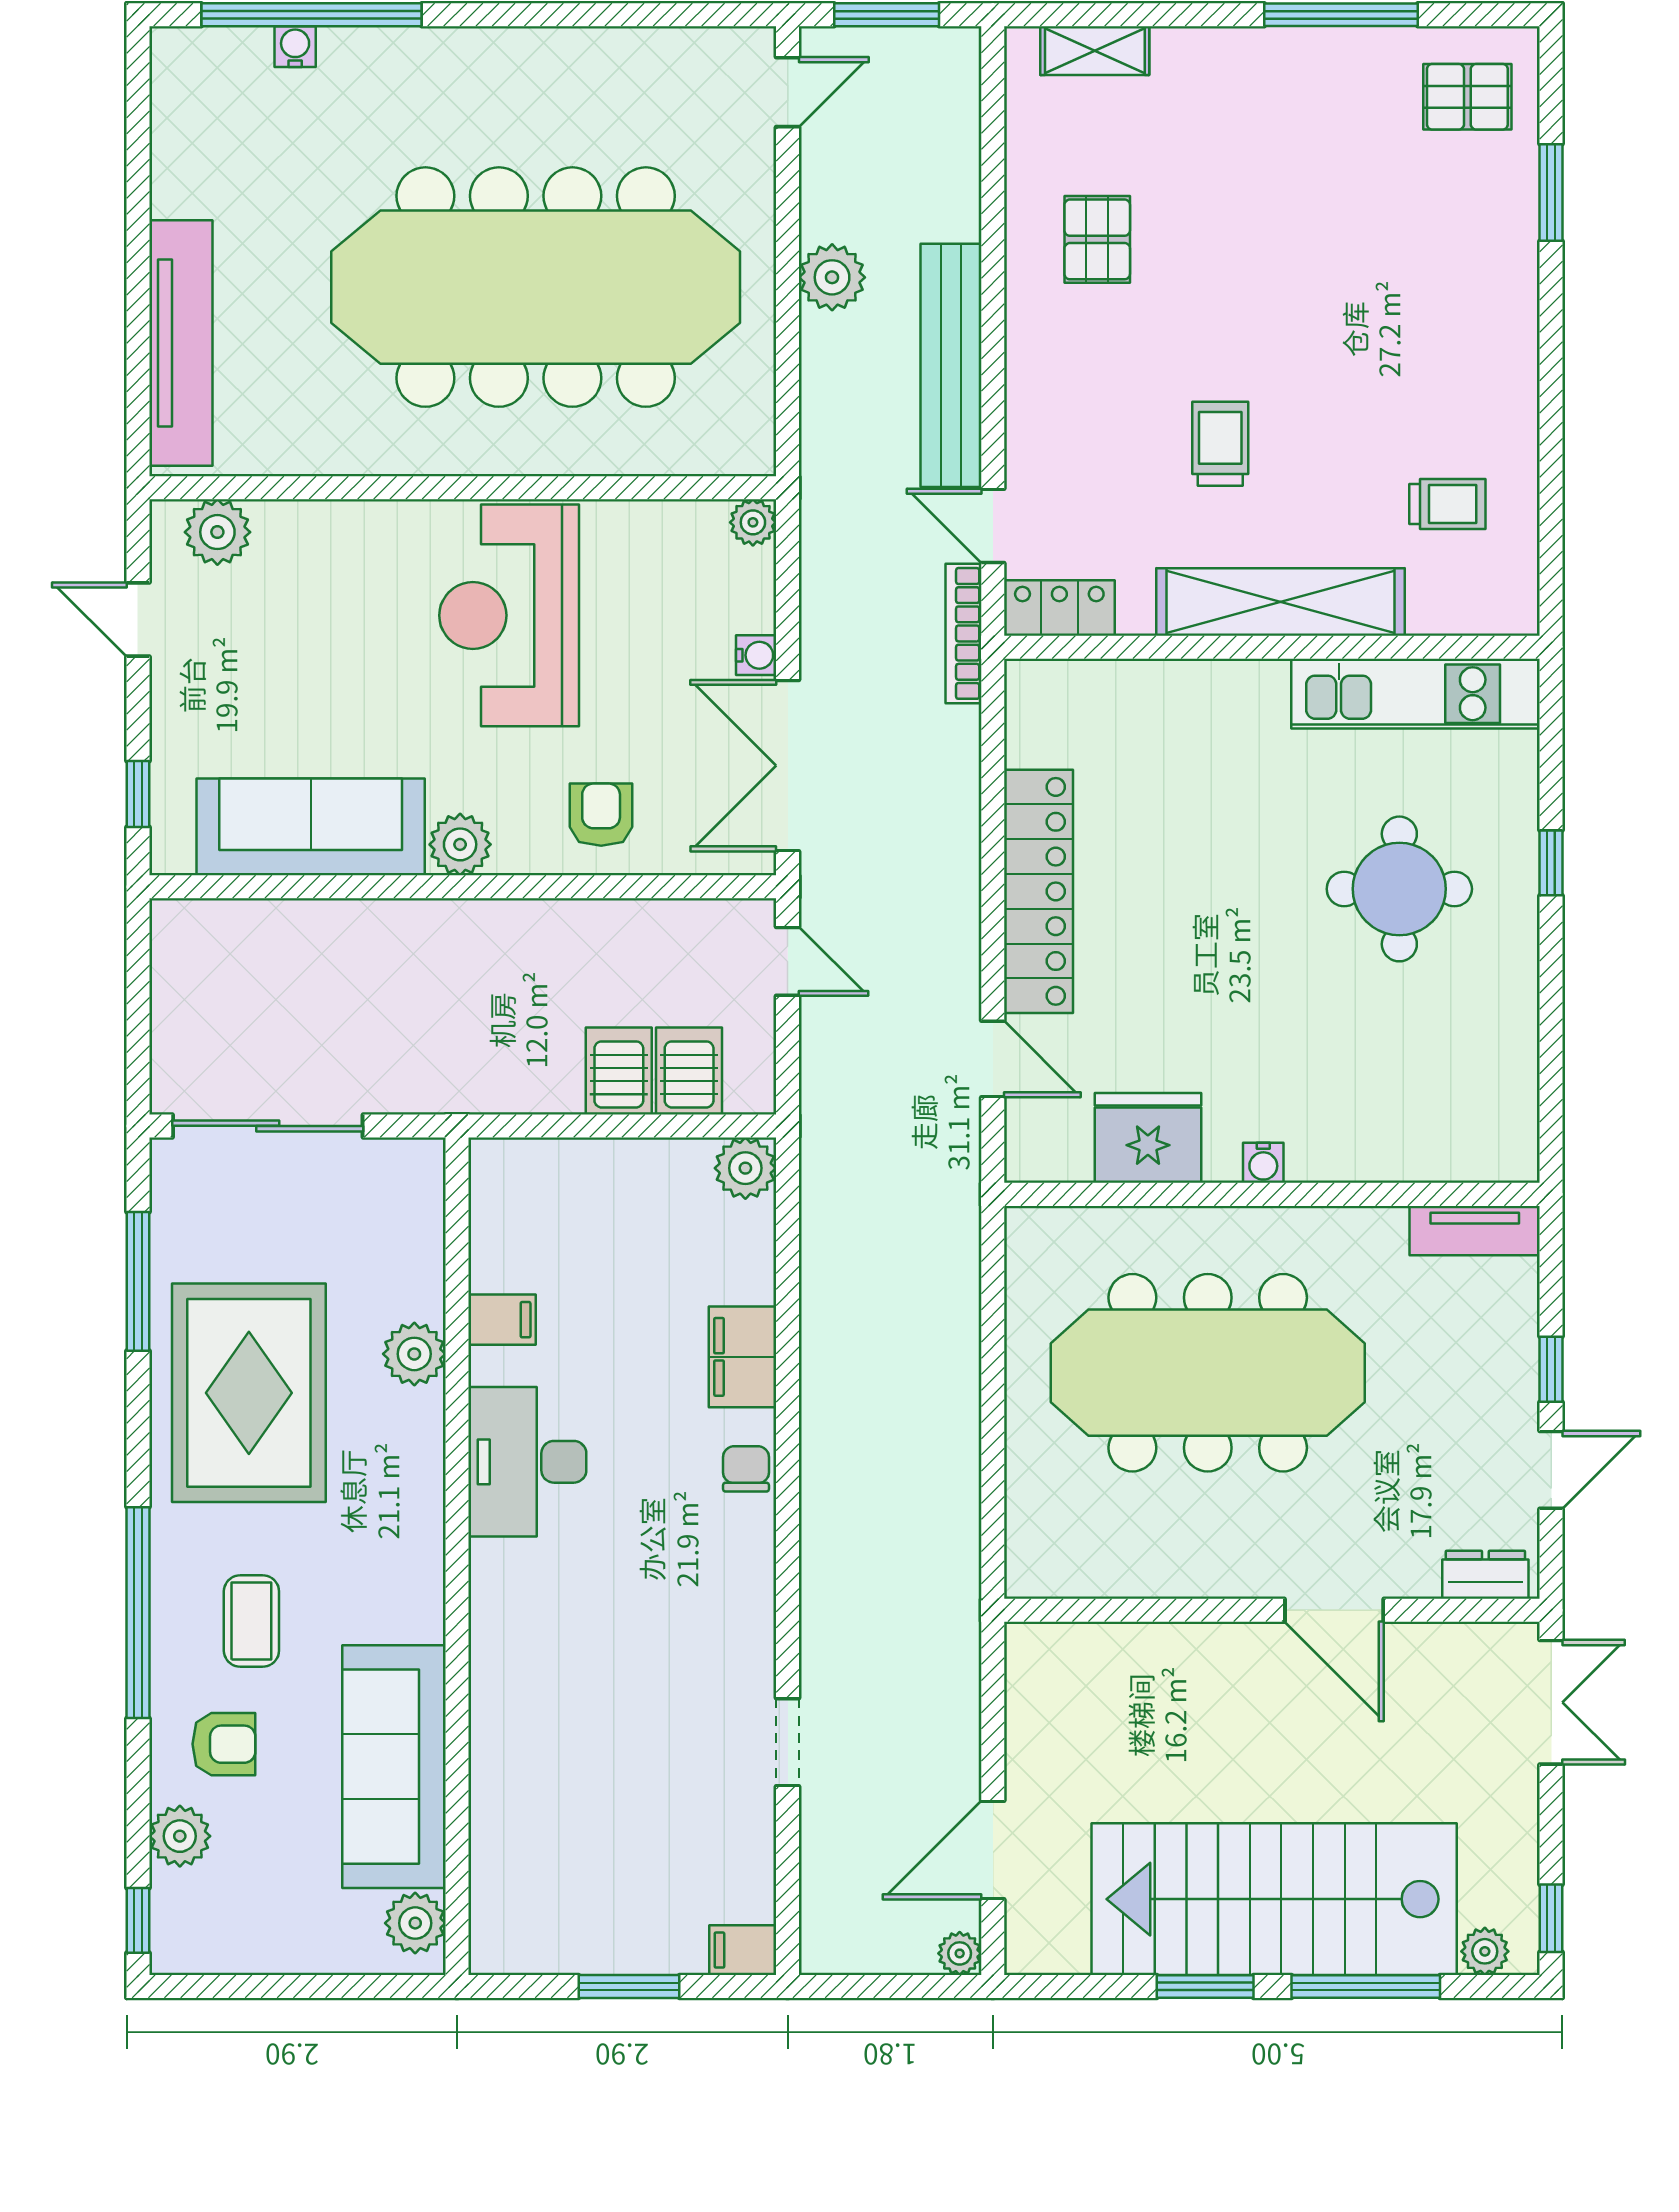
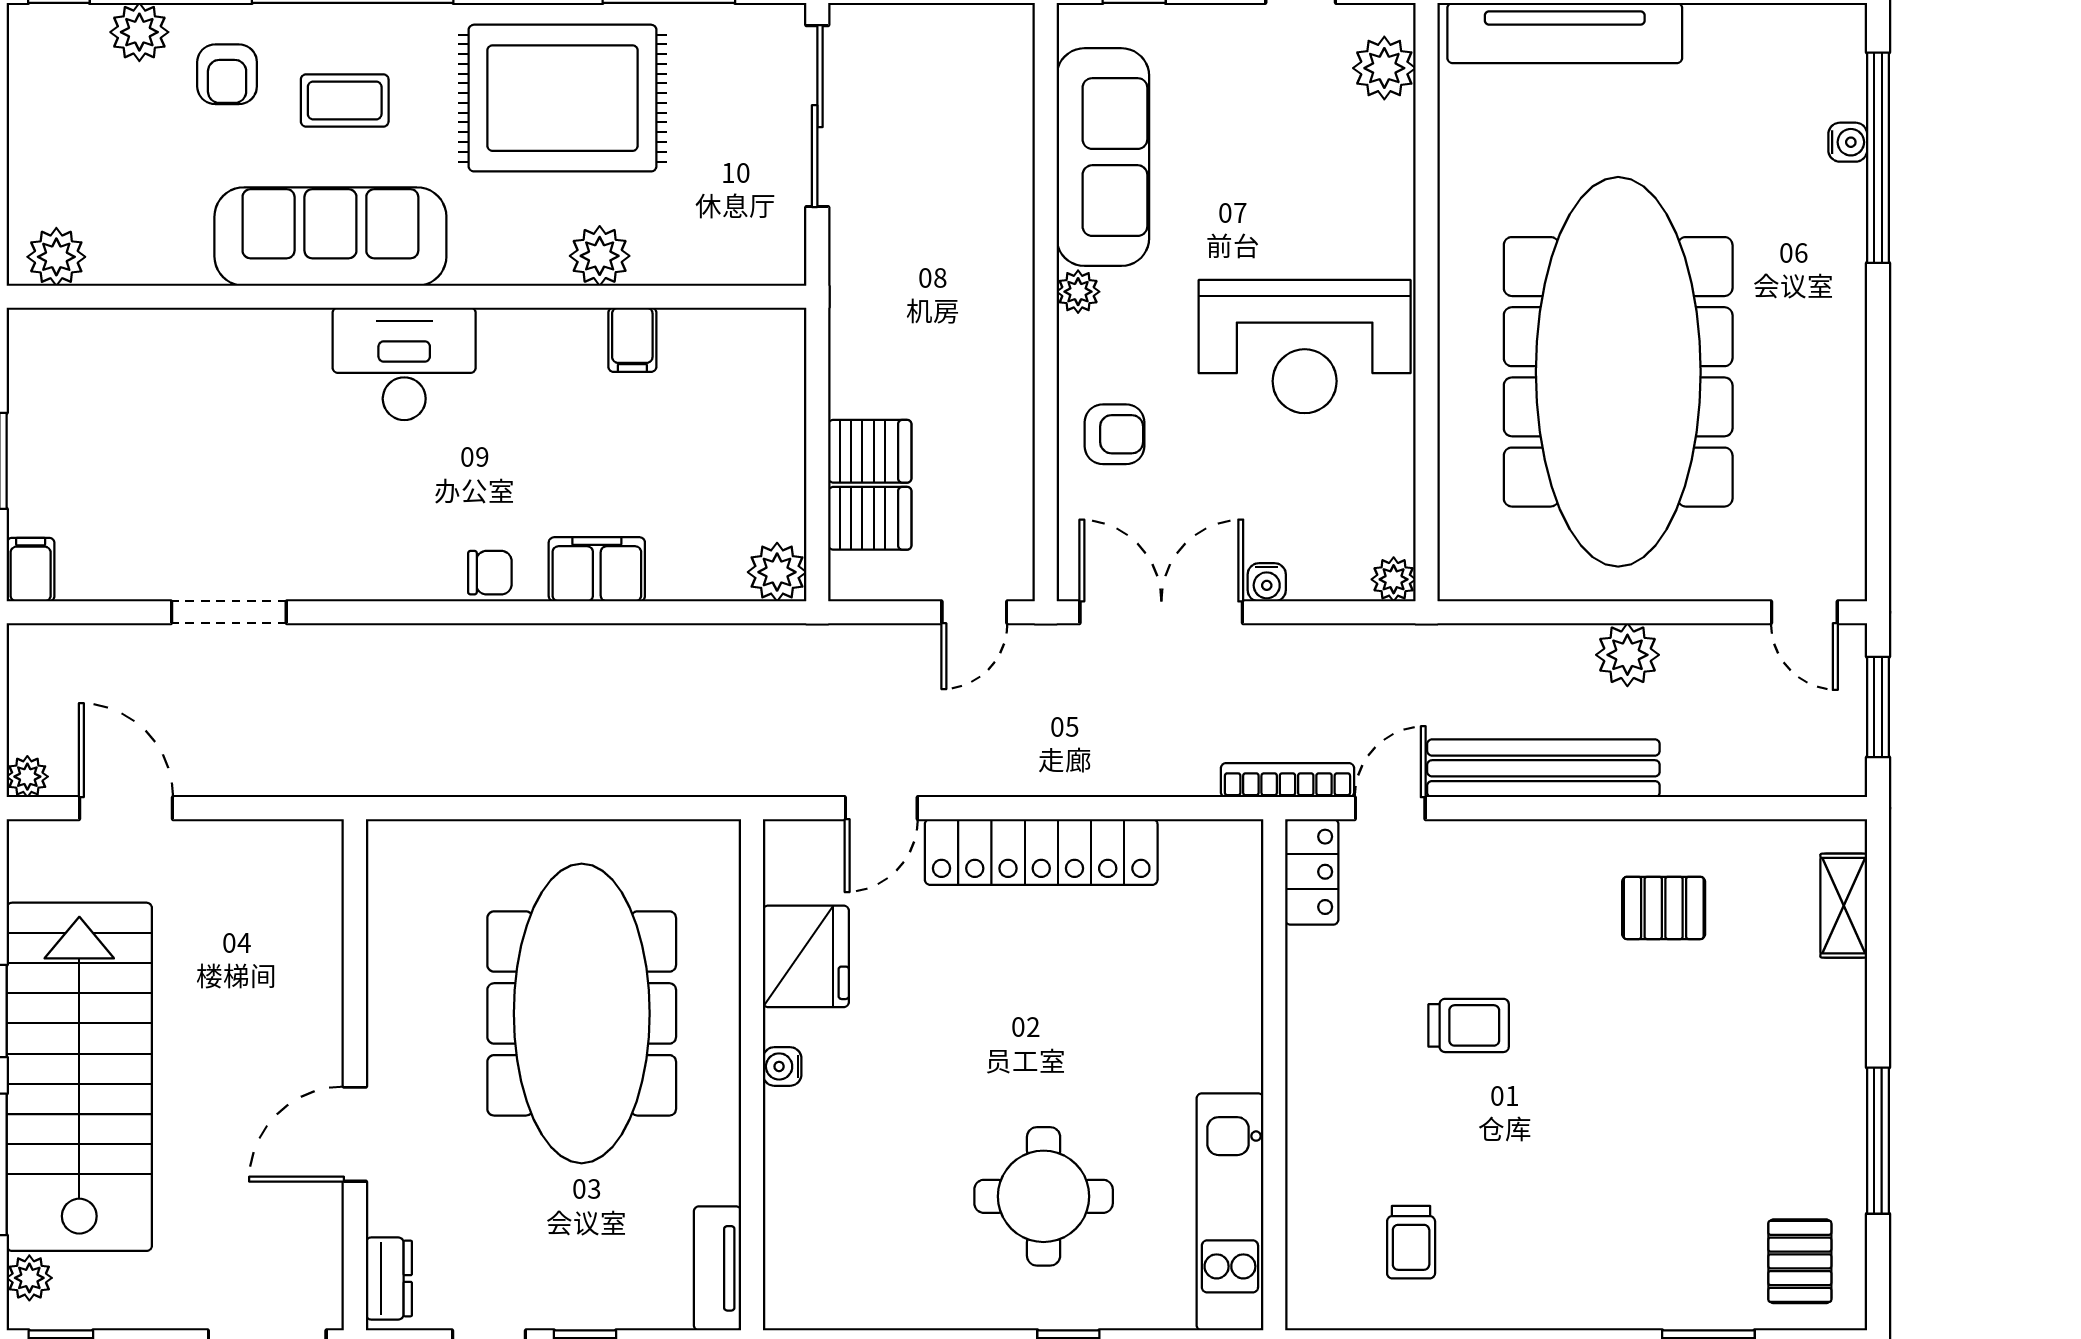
shelving: (1281, 602) -> (1317, 1083), removed
reception desk: (509, 615) -> (1305, 347), turned 180
plant: (460, 844) -> (1078, 292), width x0.73, depth x0.73
desk: (527, 1462) -> (404, 364), moved
doorway: (788, 1742) -> (229, 612), width x1.38
sofa: (394, 1767) -> (330, 237), moved

